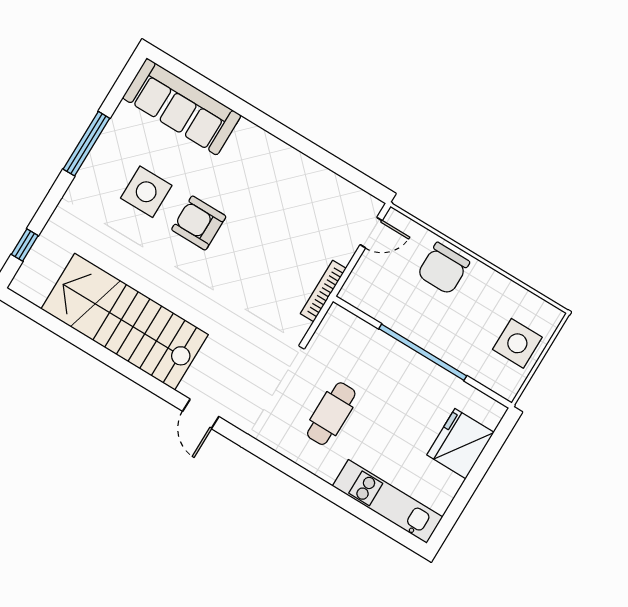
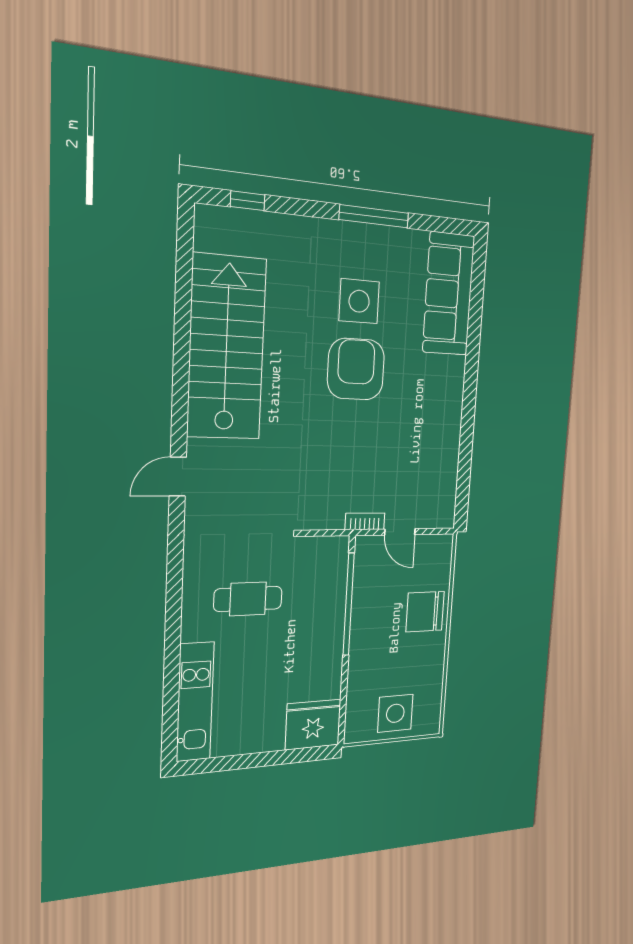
armchair: (199, 223) -> (356, 369), width x1.36, depth x1.36
door: (371, 233) -> (400, 532), moved
bookcase: (323, 291) -> (365, 521), width x0.64
window: (423, 352) -> (349, 604), moved
fridge: (460, 444) -> (313, 724), moved

